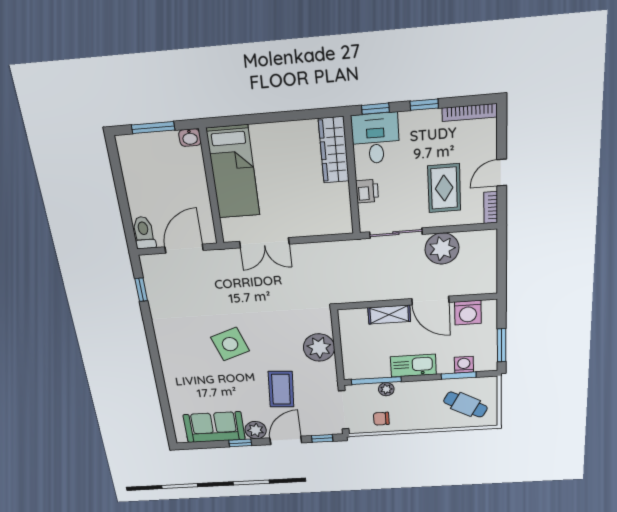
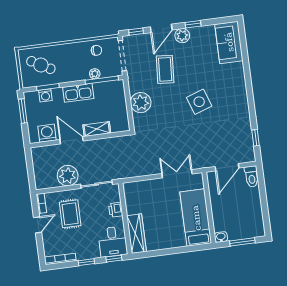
sofa: (214, 427) -> (229, 42), moved, turned 90

